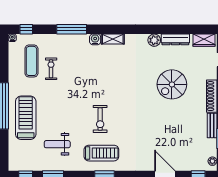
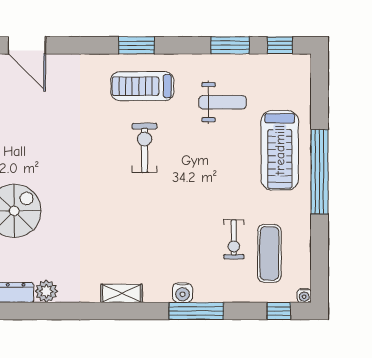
water cooler: (95, 39) -> (182, 293), moved

